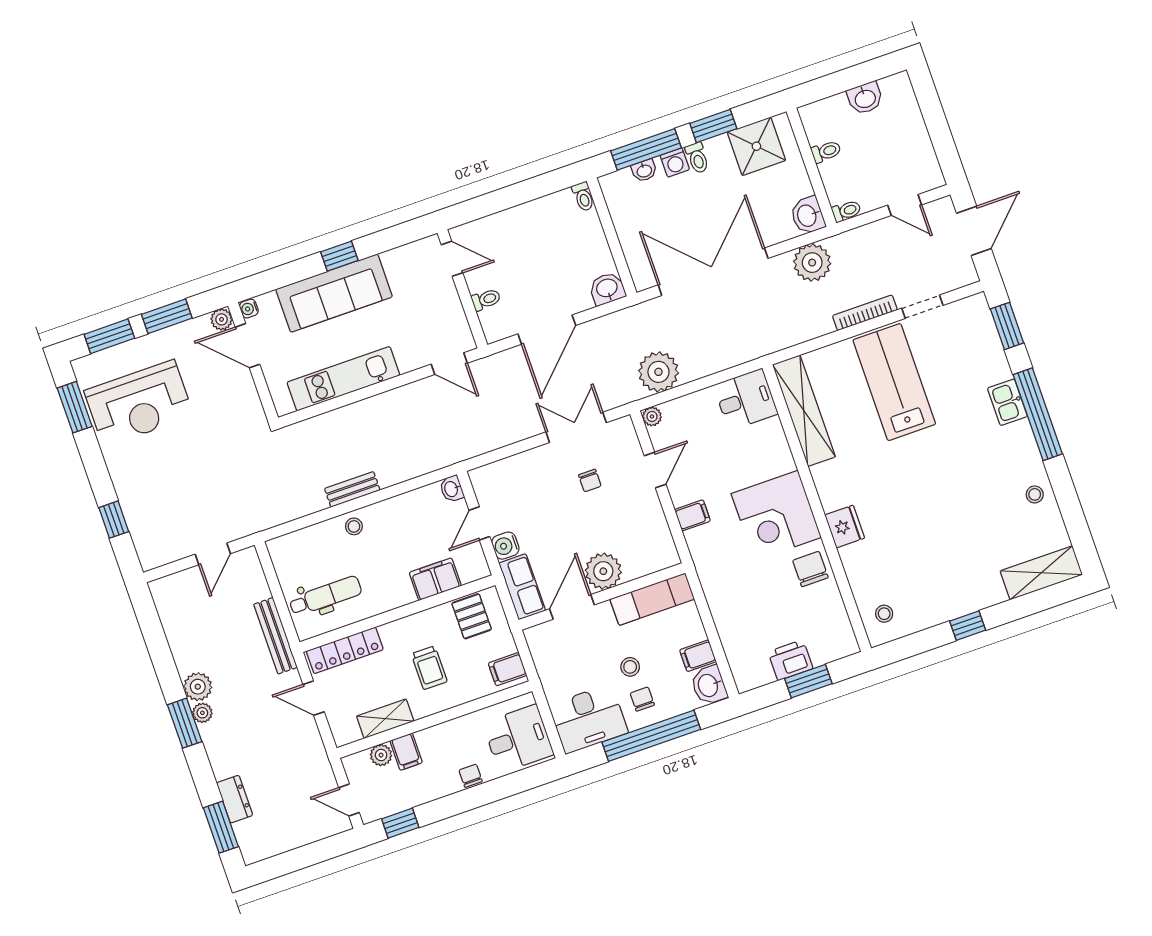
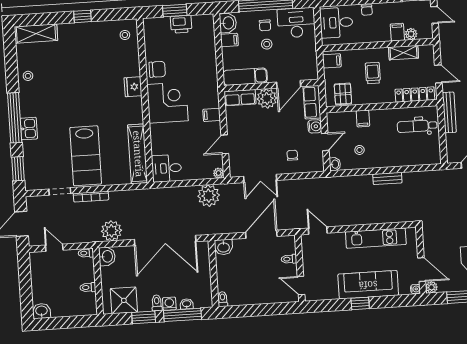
washbasin: (865, 98) -> (41, 311), moved
chair: (590, 480) -> (292, 155), moved
stool: (354, 526) -> (360, 150), moved
row of seats: (651, 560) -> (240, 98), added
chair: (810, 569) -> (157, 69), turned -90
filing cabinet: (435, 579) -> (363, 118), width x0.50

